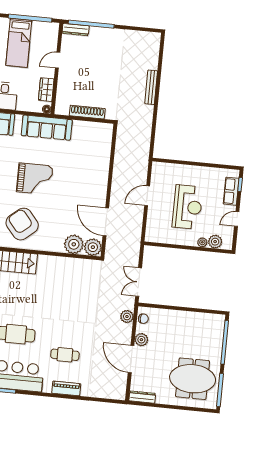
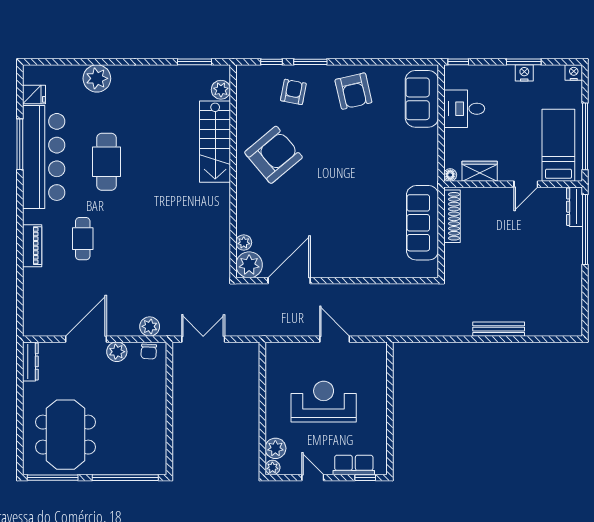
bed: (19, 43) -> (558, 145), moved, turned 90
door: (58, 60) -> (526, 184), swing flipped
shoe rack: (87, 112) -> (452, 216), moved
sofa: (47, 128) -> (422, 223), moved
grand piano: (35, 179) -> (344, 167), removed
reception desk: (187, 207) -> (324, 402), turned 180
plant: (202, 242) -> (272, 467), moved
plant: (74, 244) -> (244, 242), width x0.53, depth x0.53

